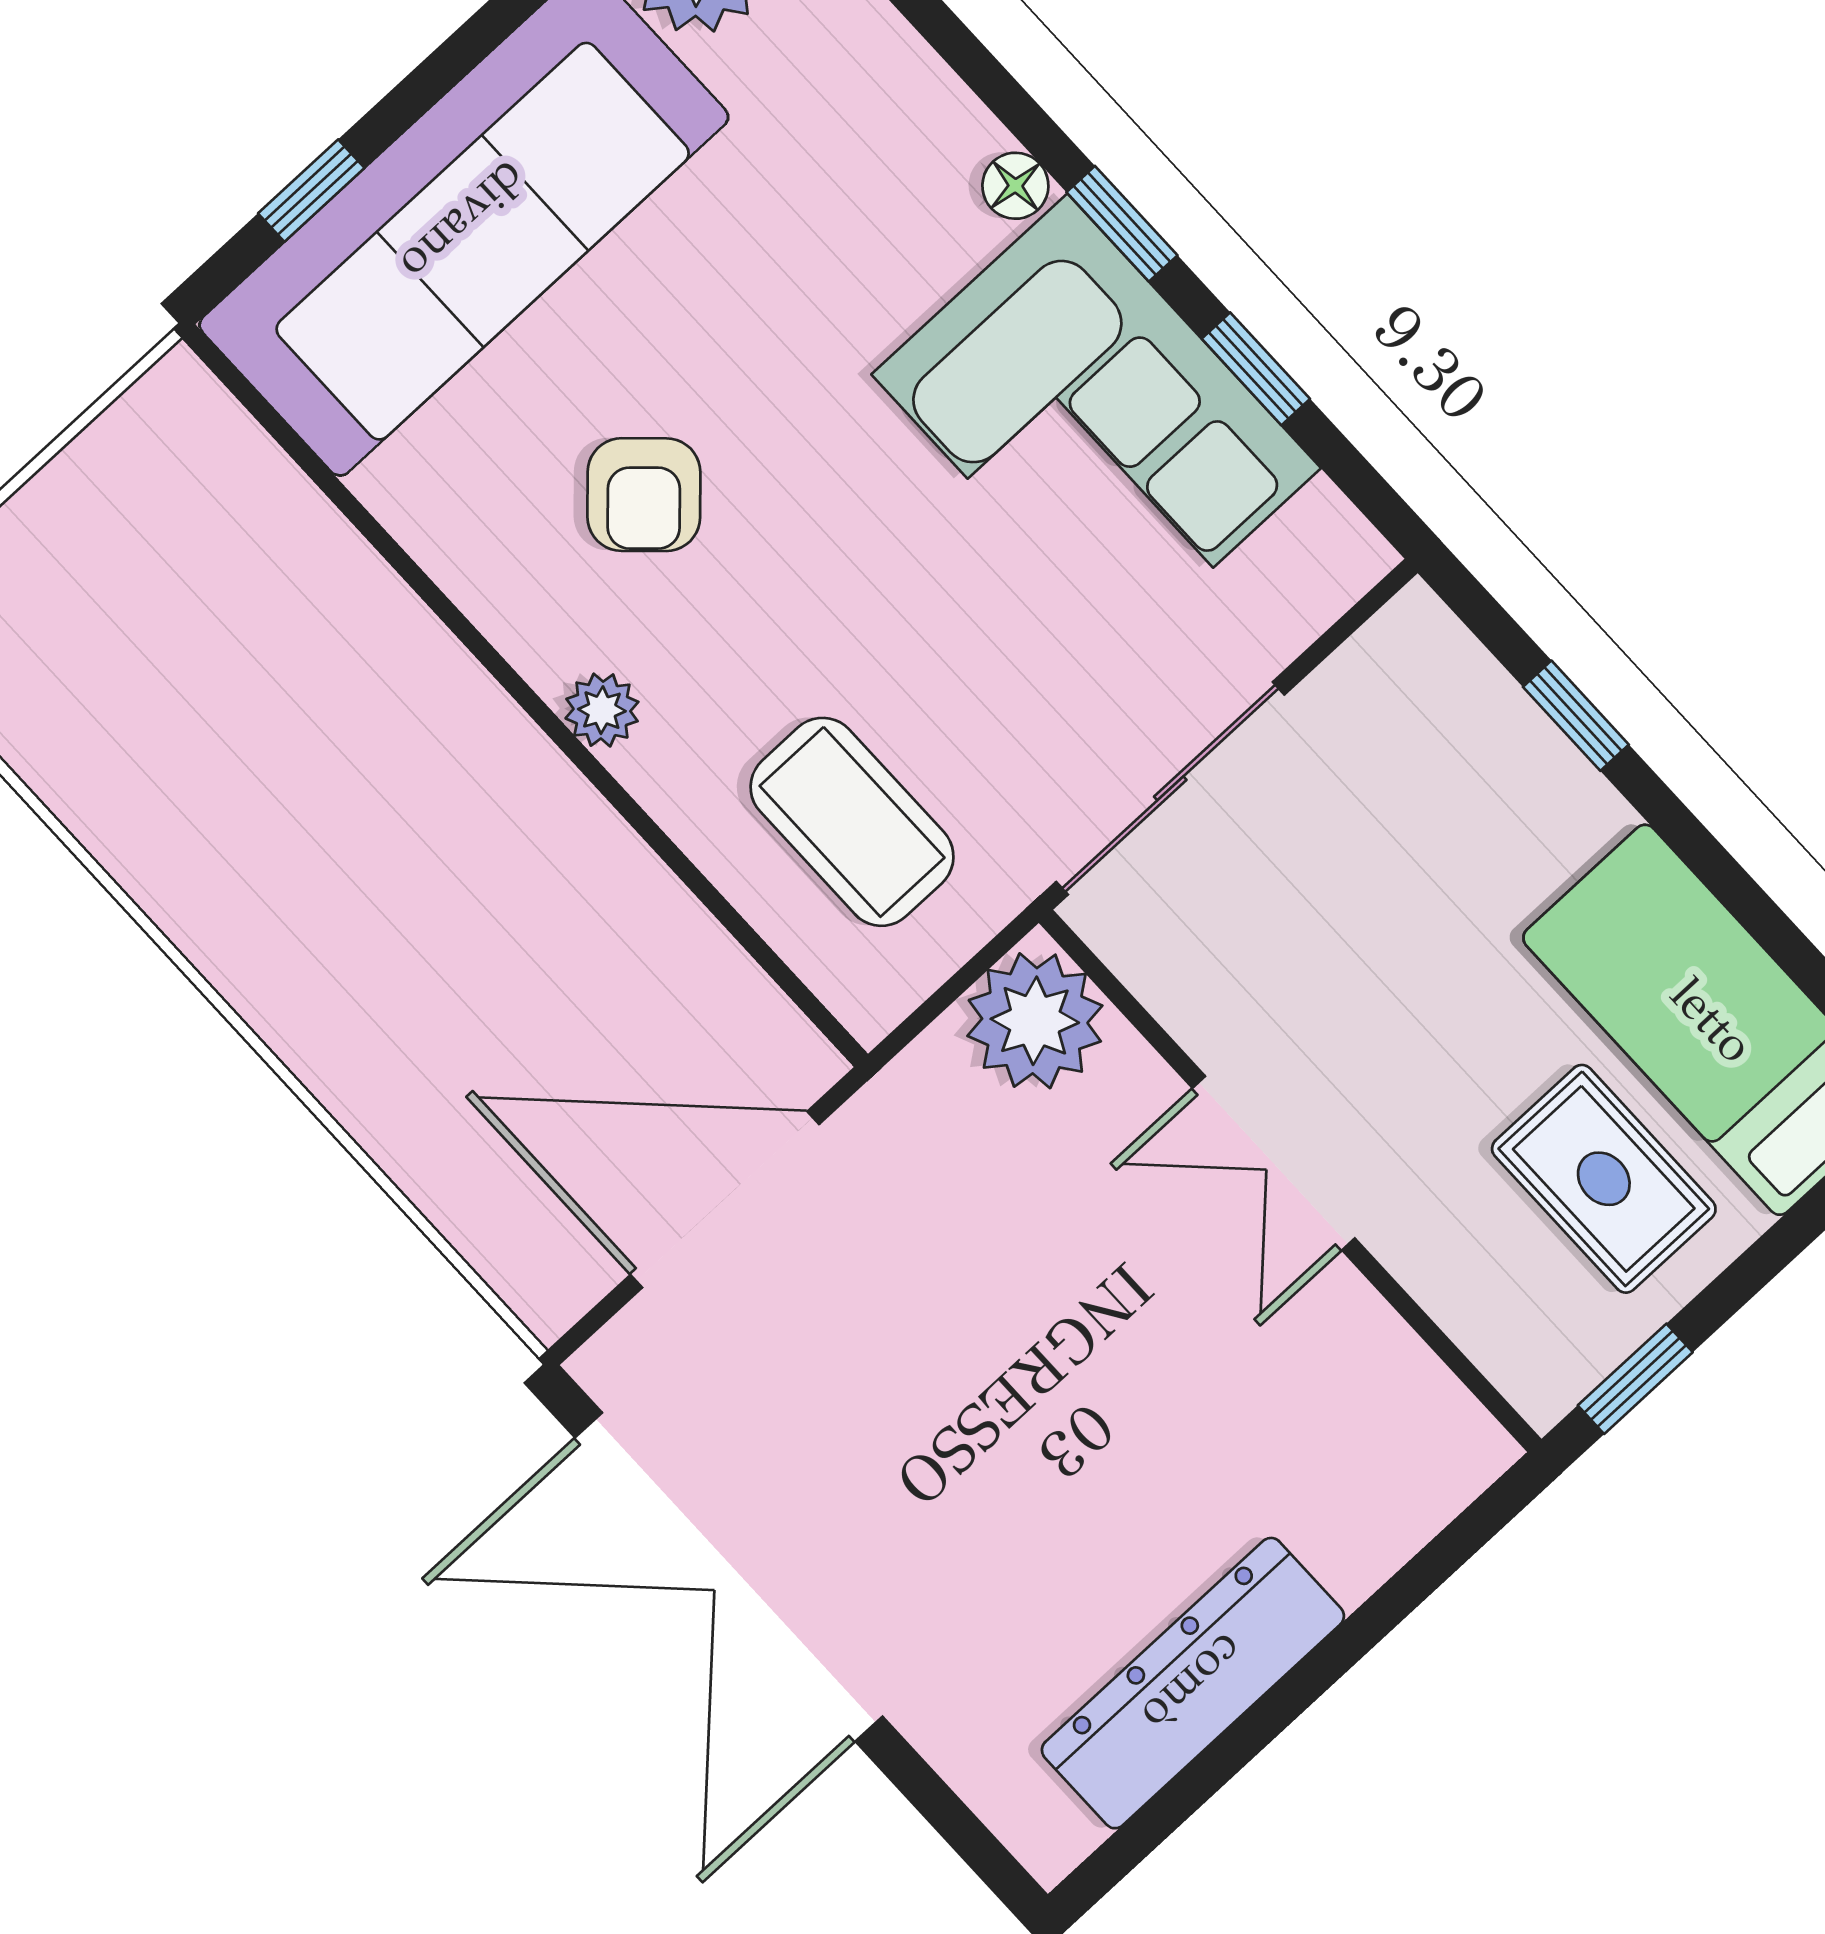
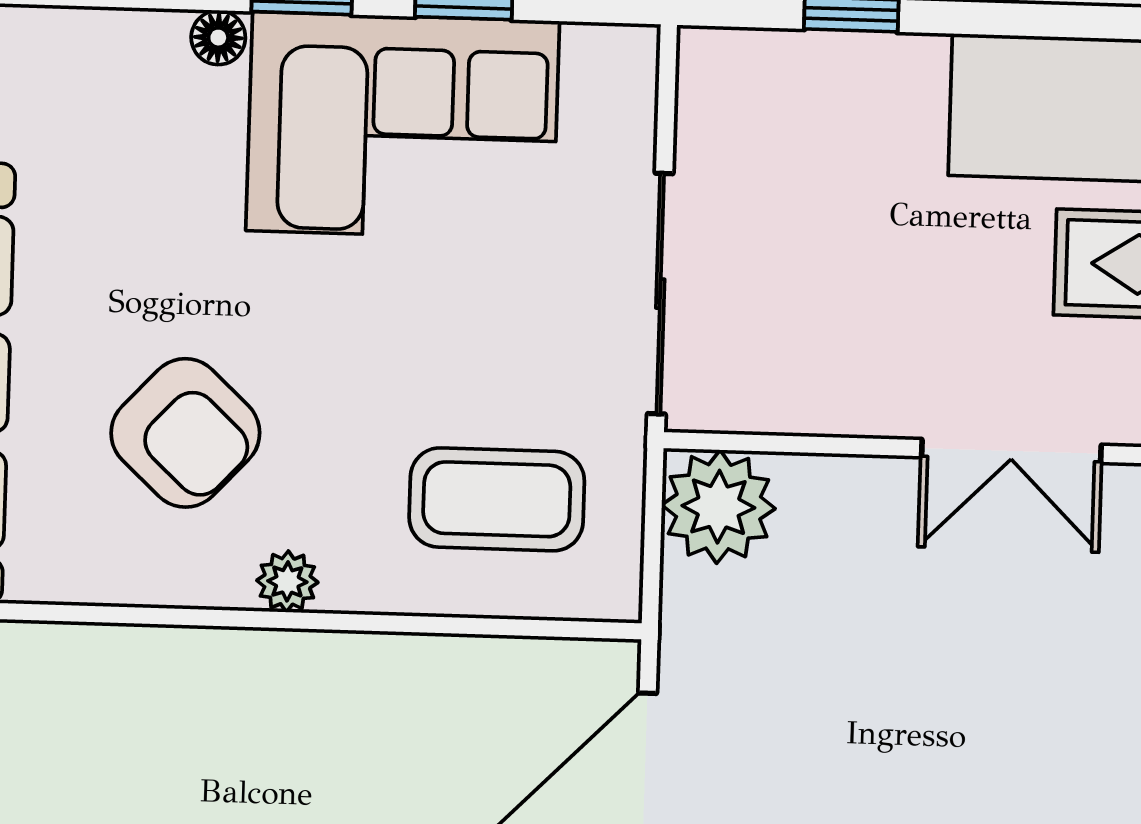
armchair: (644, 495) -> (185, 433), width x1.38, depth x1.38
double door: (1274, 1163) -> (1011, 451), moved

